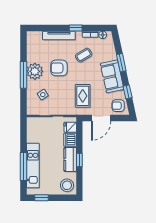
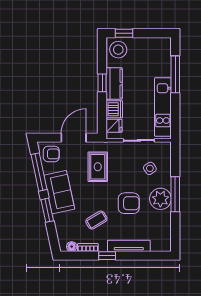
window: (128, 92) -> (39, 172), width x2.17
kitchen unit: (33, 166) -> (163, 107), moved
window: (41, 198) -> (124, 33), moved

